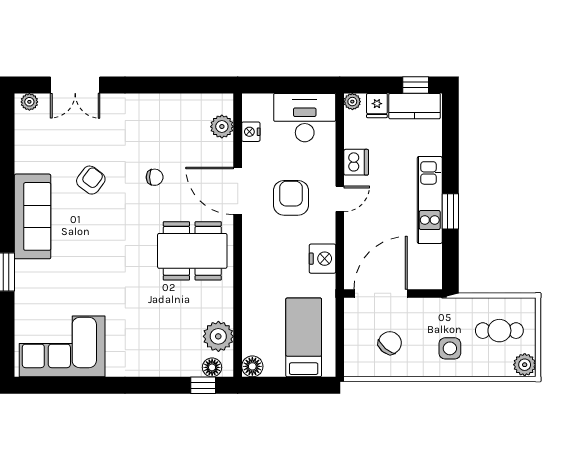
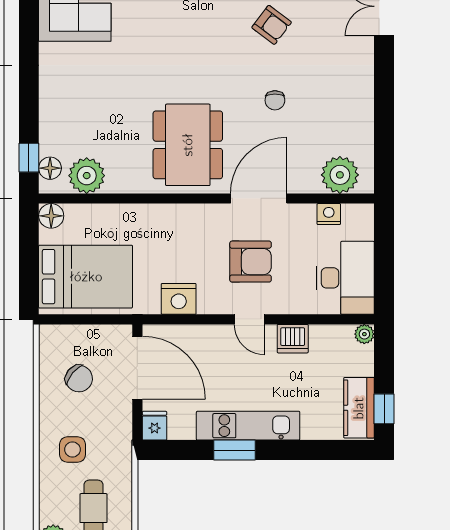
fridge: (377, 106) -> (155, 426), moved, turned 90
plant: (222, 127) -> (340, 175), width x1.36, depth x1.36
bed: (304, 337) -> (86, 277), width x1.50

